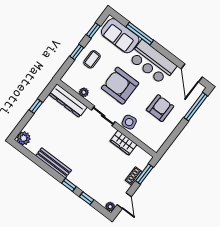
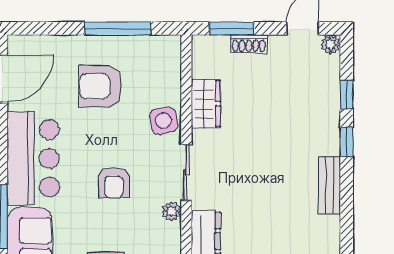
armchair: (120, 86) -> (114, 183), width x0.53, depth x0.53
plant: (84, 92) -> (171, 211), moved
window: (196, 107) -> (117, 28), moved
bench: (54, 163) -> (329, 185), width x0.73

